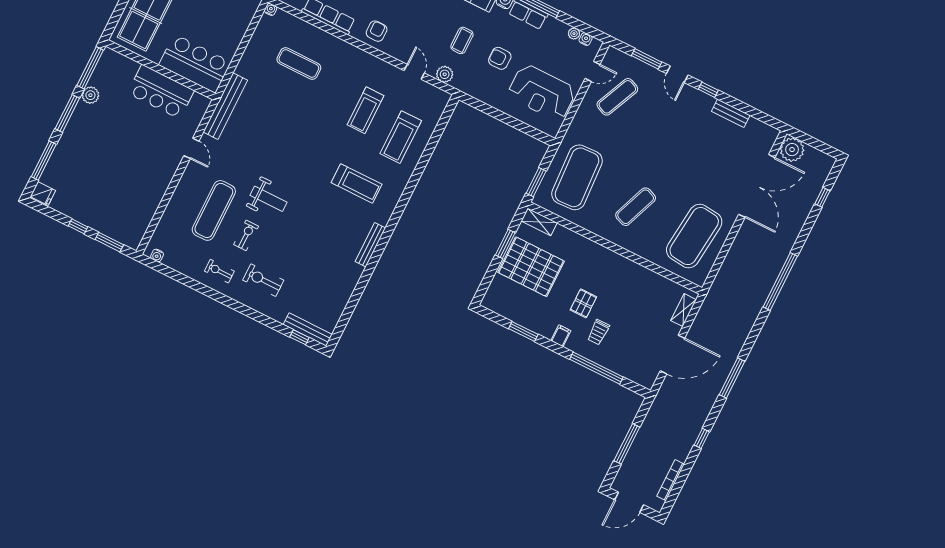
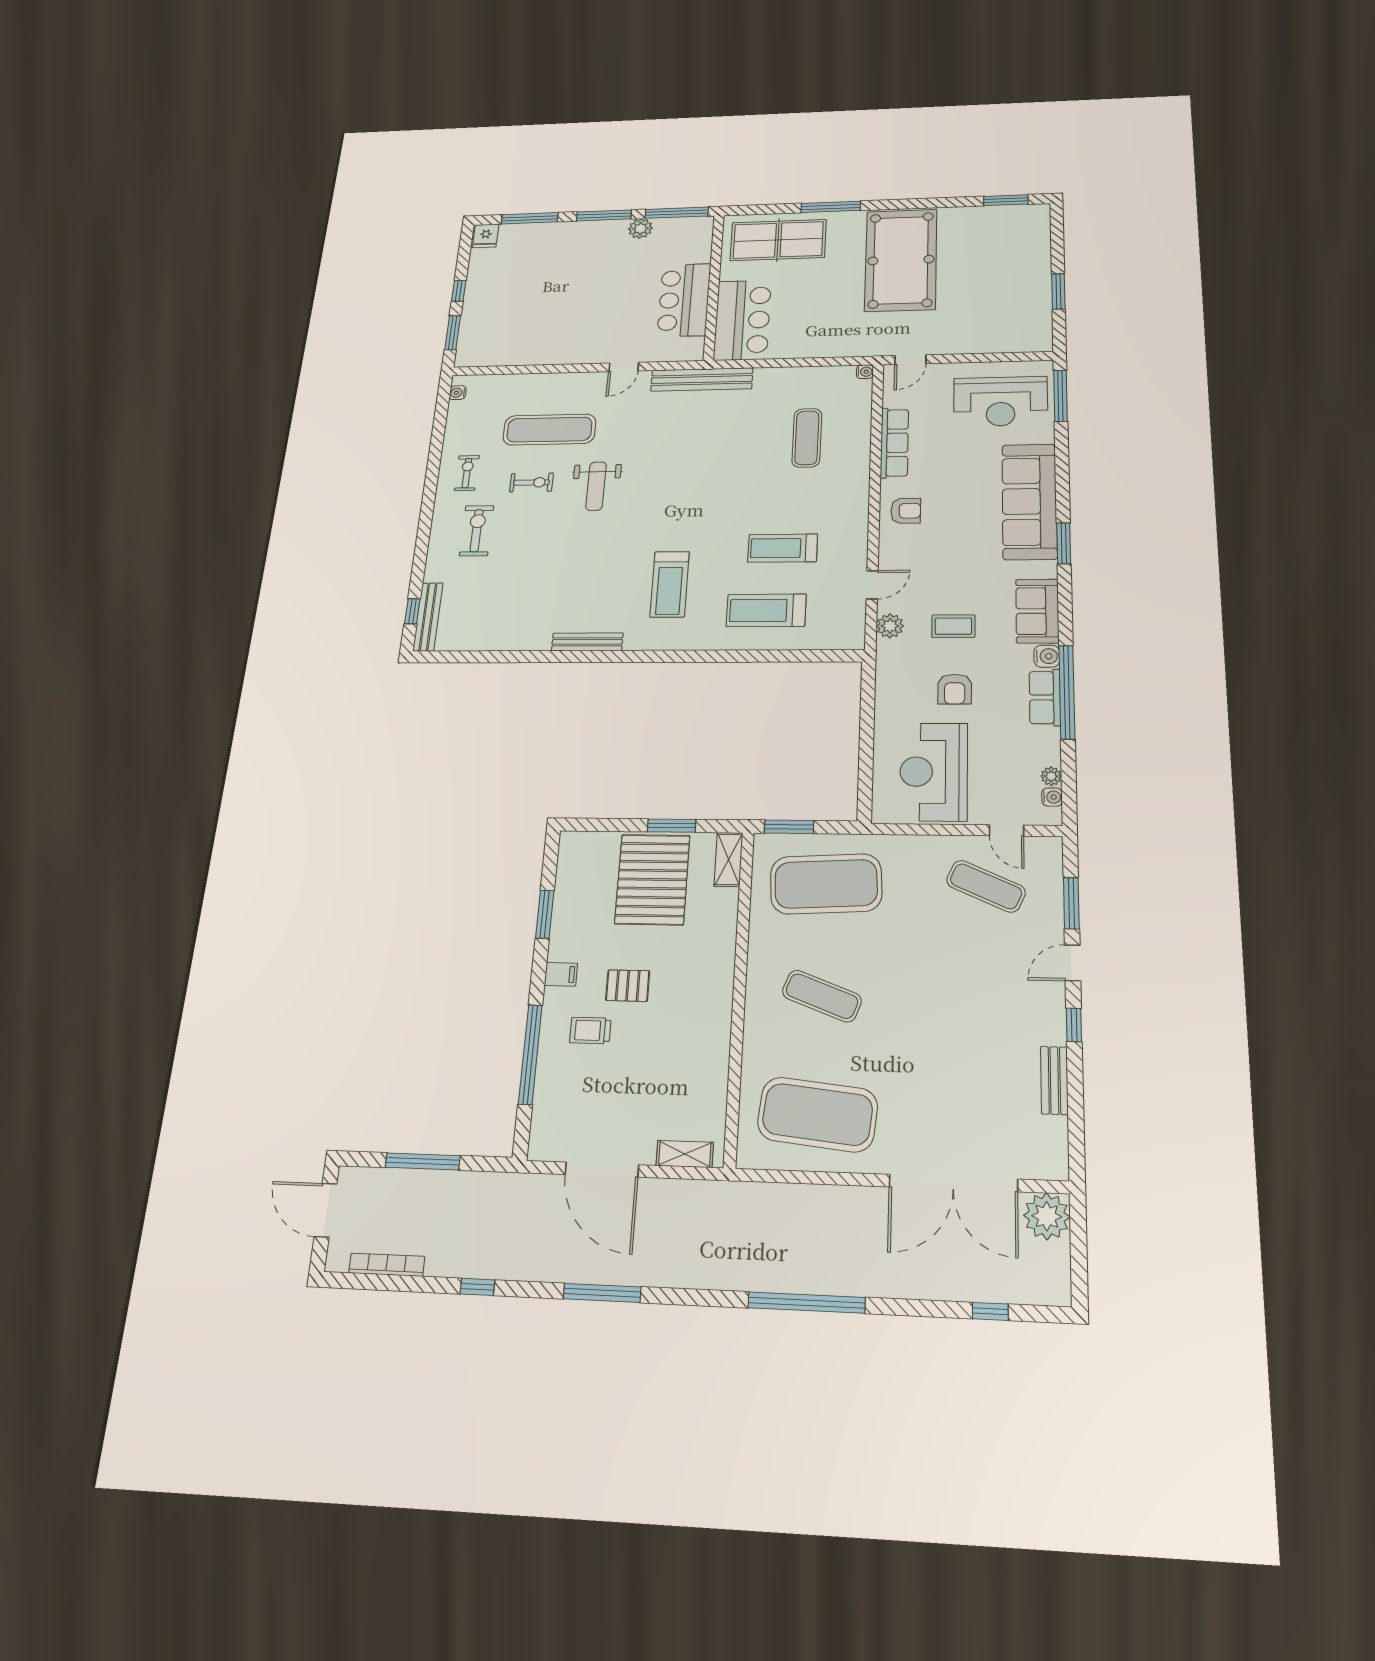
armchair: (500, 58) -> (955, 689), turned 180

